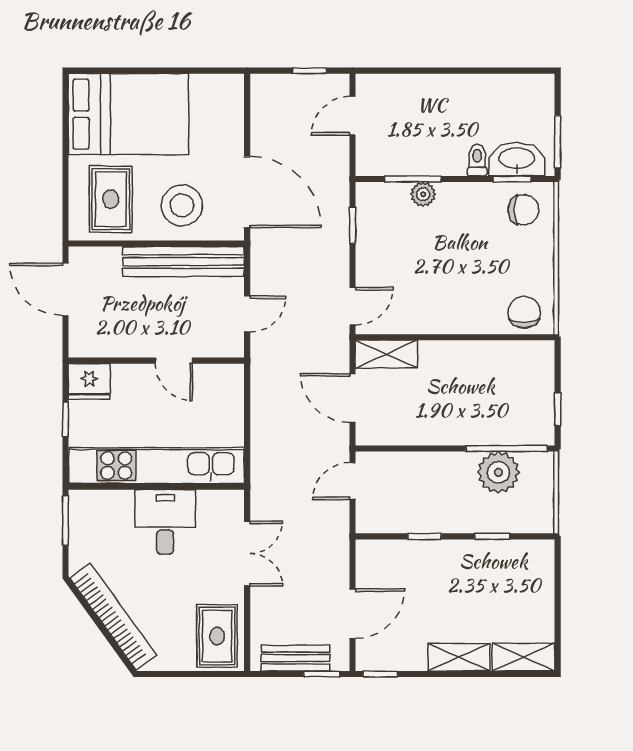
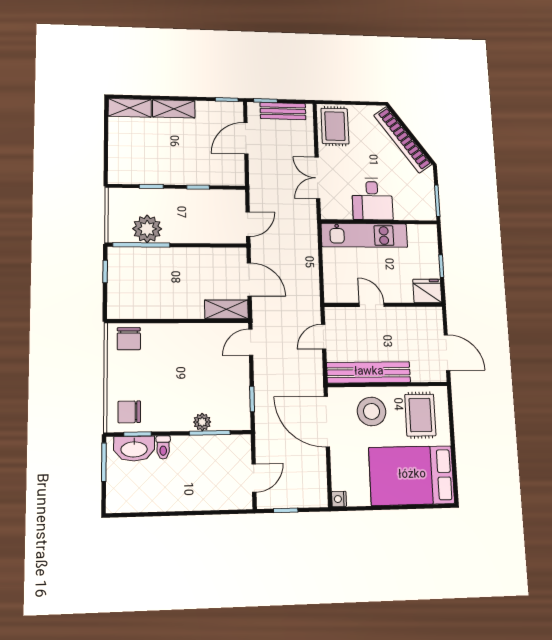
nightstand: (234, 84) -> (339, 499), added
kitchen unit: (157, 466) -> (364, 235), width x0.73

